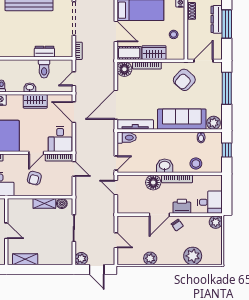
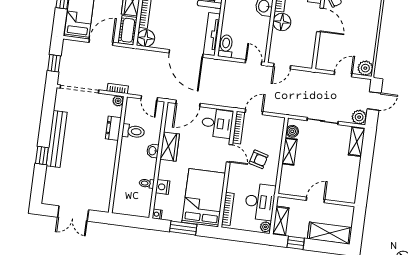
plant: (68, 53) -> (118, 101), added
plant: (150, 258) -> (365, 68), moved
shelving: (25, 259) -> (357, 142), moved

